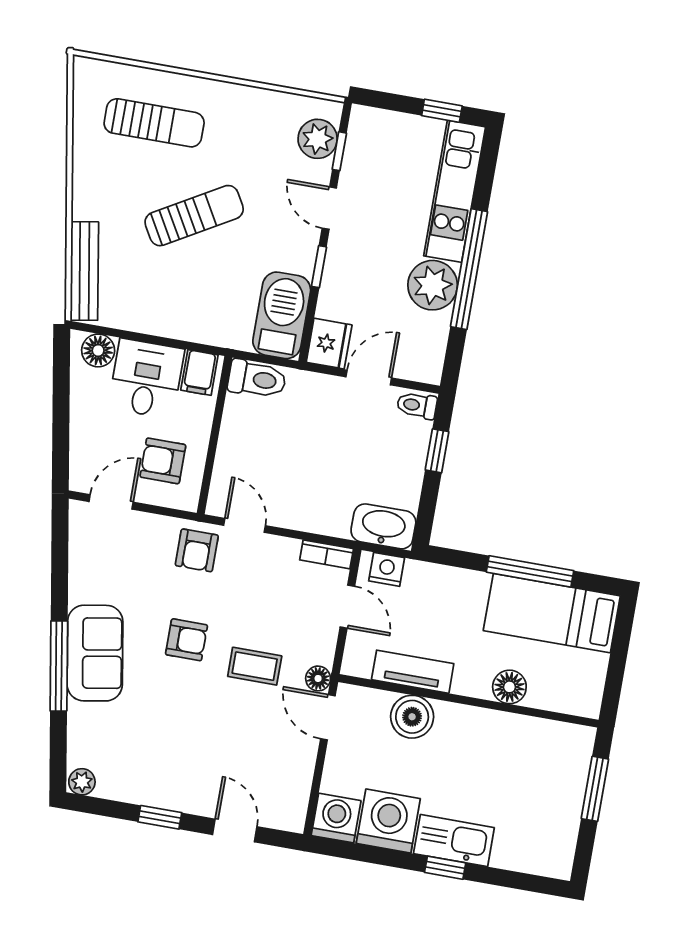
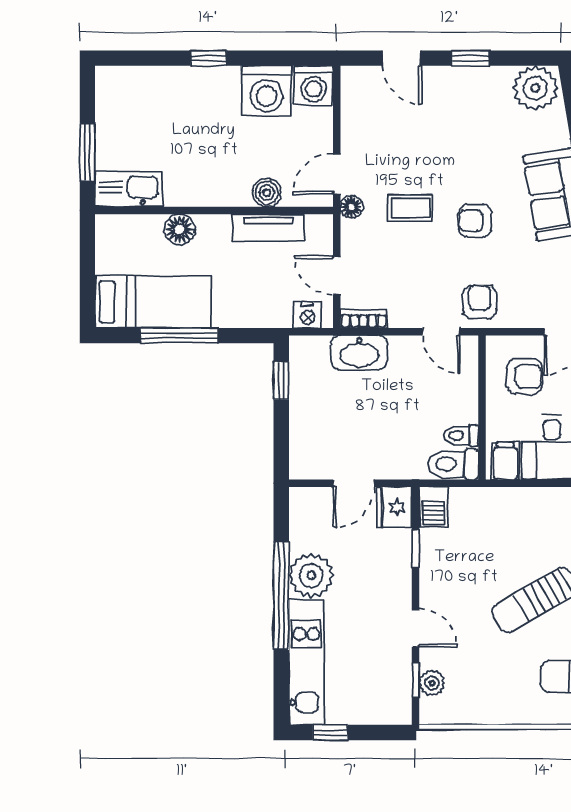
plant: (318, 139) -> (432, 683), width x0.73, depth x0.73
window: (319, 267) -> (415, 549), moved
barbecue: (282, 315) -> (433, 507), width x0.53, depth x0.65
toilet: (417, 405) -> (461, 436), moved, turned 180
window: (437, 451) -> (281, 381), moved
washbasin: (383, 526) -> (359, 353), moved
door: (328, 717) -> (337, 174), swing flipped
boiler: (412, 717) -> (267, 193), width x0.73, depth x0.73
plant: (82, 782) -> (535, 88), width x1.88, depth x1.88
kitchen sink: (454, 841) -> (129, 189), moved, turned 180

